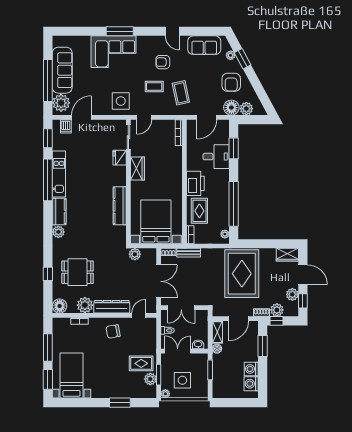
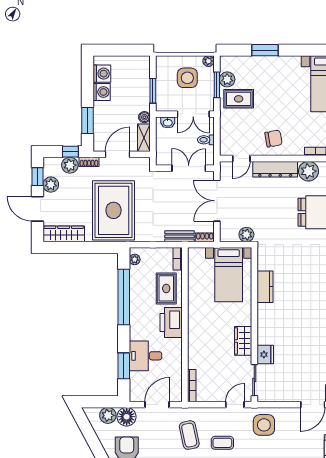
kitchen counter: (120, 206) -> (265, 287), width x0.67
bed with nightstands: (156, 222) -> (229, 275), width x0.73
wardrobe: (287, 255) -> (64, 234), width x1.50

